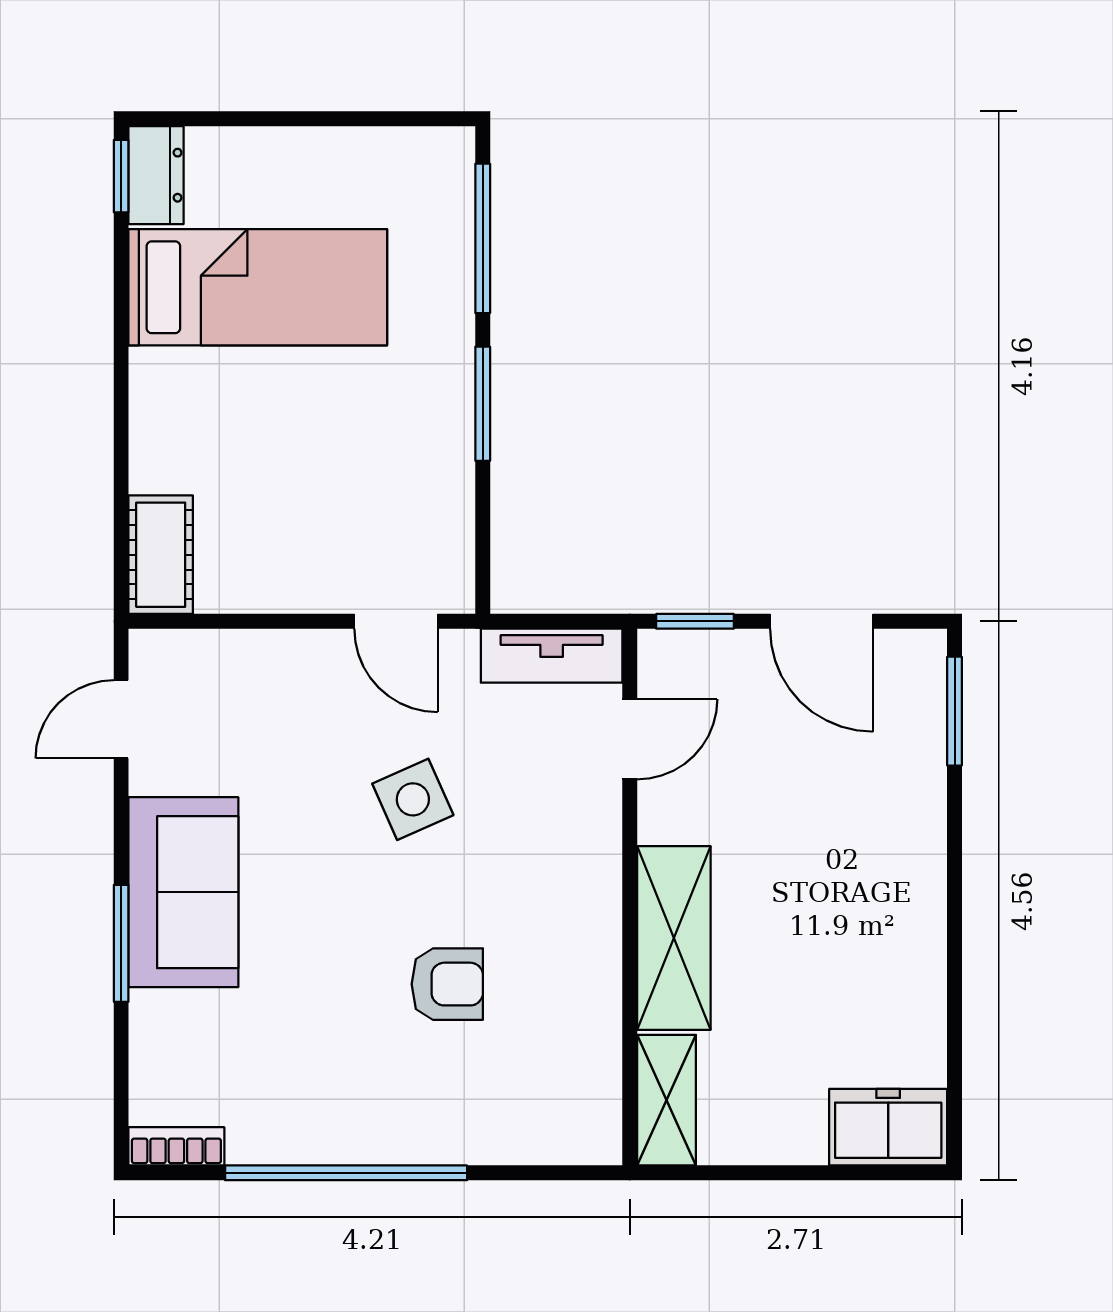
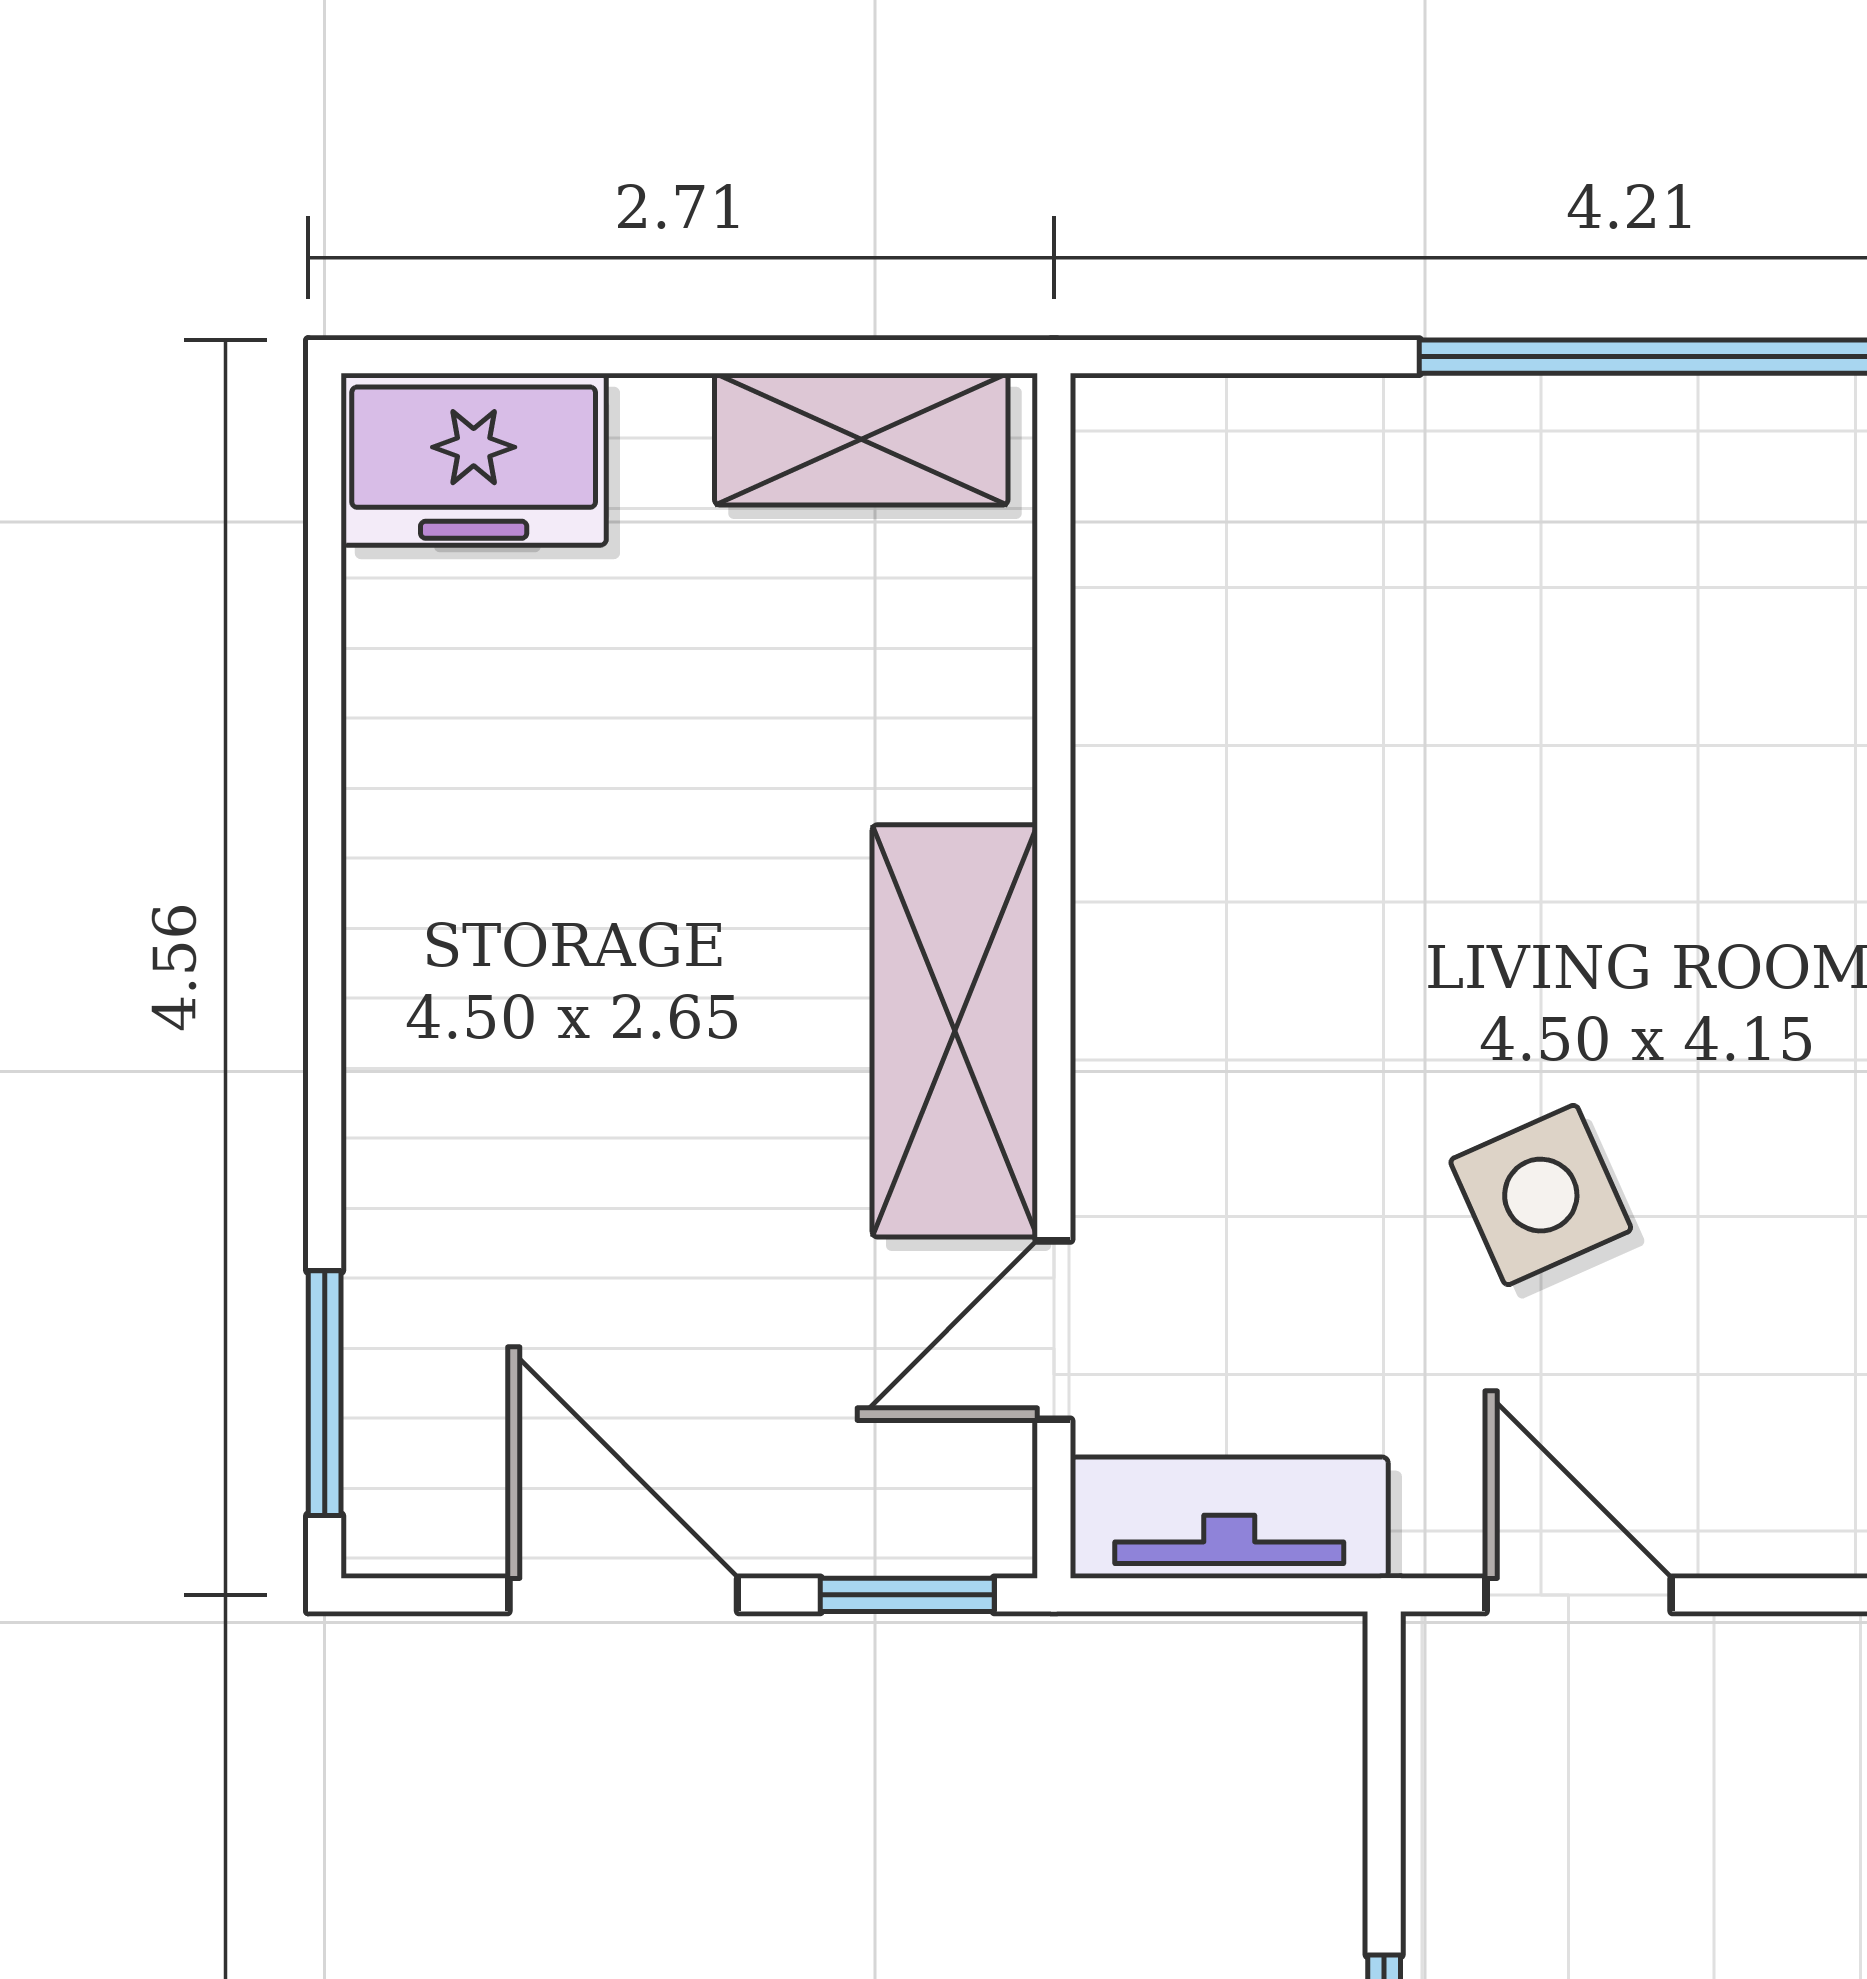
shelving: (674, 938) -> (955, 1031), moved
armchair: (447, 984) -> (1464, 780), removed
shelving: (666, 1100) -> (861, 439), moved, turned 90

